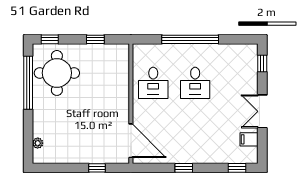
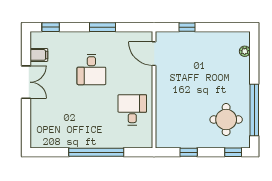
window: (262, 64) -> (26, 129), removed
round table: (57, 73) -> (226, 120), width x0.73, depth x0.73
desk: (195, 83) -> (91, 69), moved, turned 180
door: (131, 141) -> (154, 54), width x0.73
window: (184, 168) -> (102, 27), width x1.50

